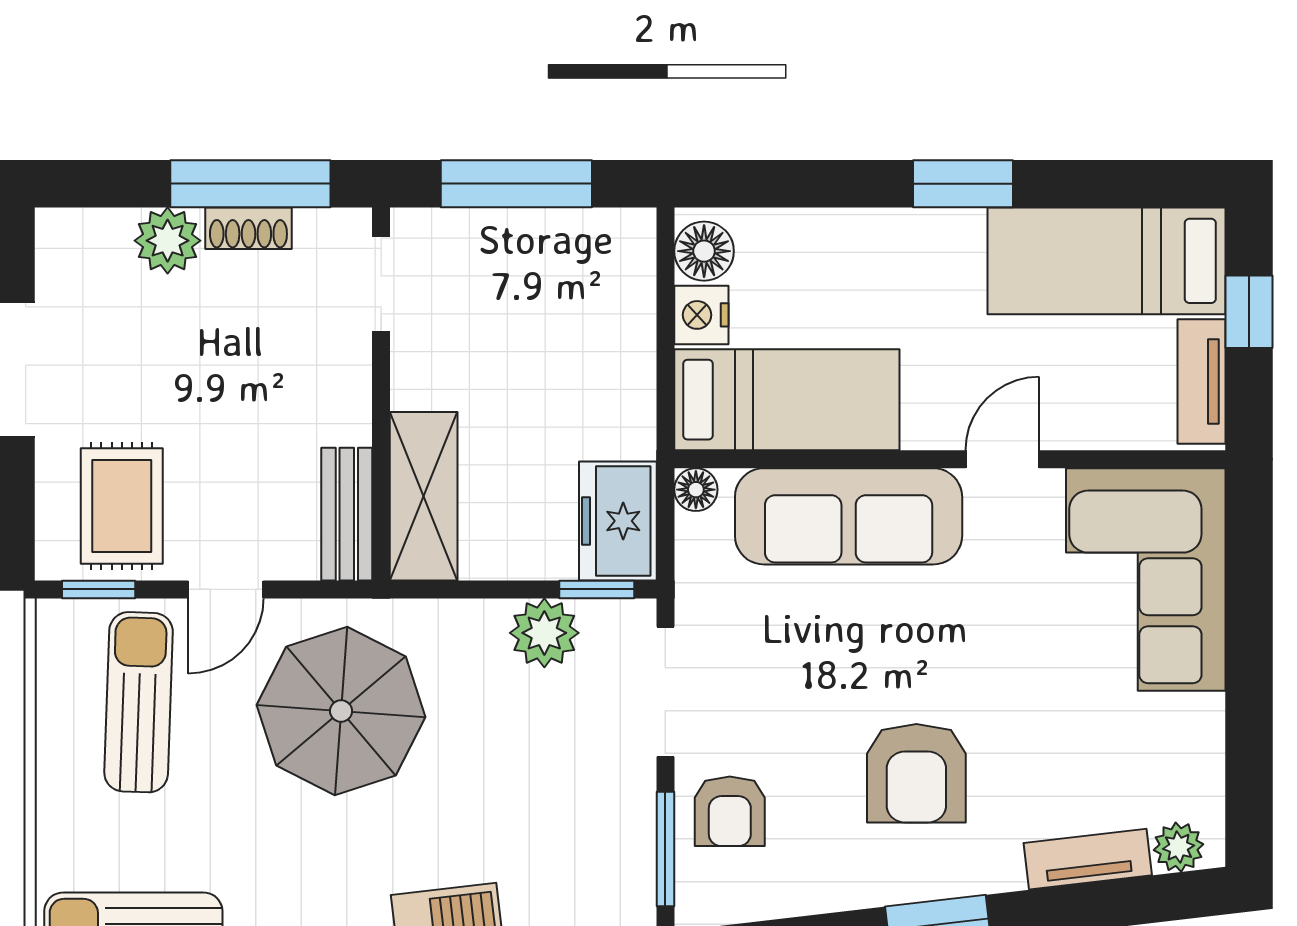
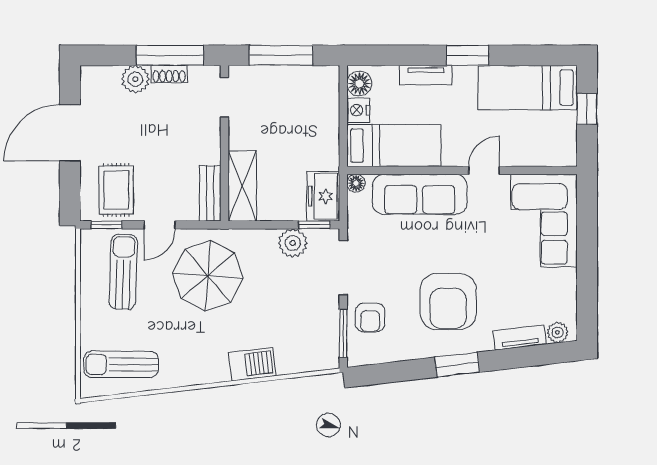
tv unit: (1201, 381) -> (426, 75), moved, turned -90
armchair: (916, 773) -> (448, 302), width x1.36, depth x1.36

